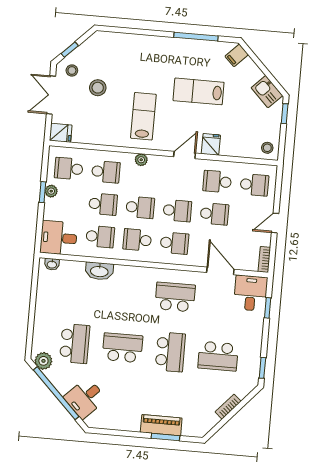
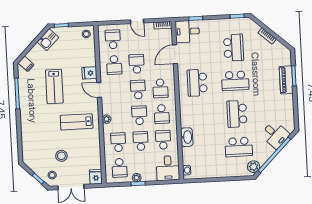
school desk: (174, 243) -> (160, 88), turned 180
school desk: (75, 344) -> (239, 147), turned 180
school desk: (170, 352) -> (235, 81), turned 180

